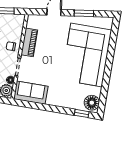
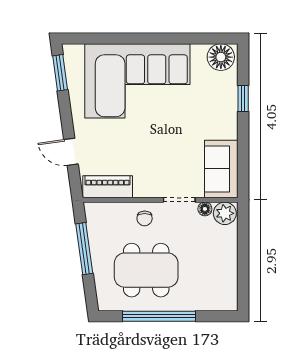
window: (84, 13) -> (60, 73), moved
piano: (29, 42) -> (108, 187), moved
window: (82, 113) -> (243, 98), moved

